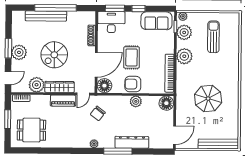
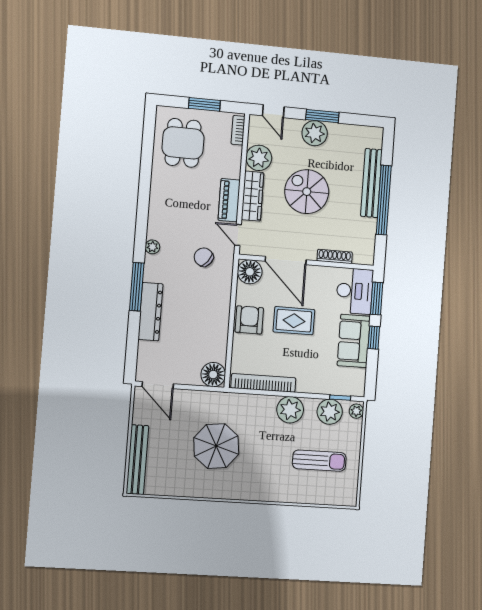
sofa: (156, 21) -> (354, 341), moved
plant: (136, 101) -> (220, 323), removed

